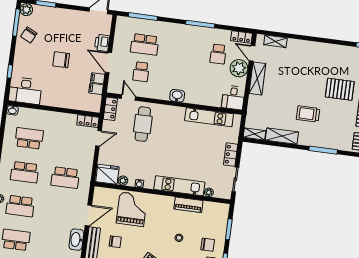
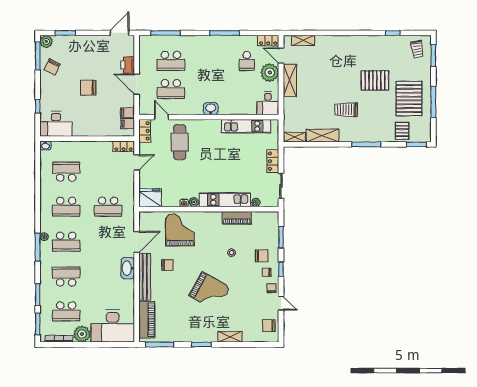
school desk: (141, 72) -> (171, 89), width x1.85
filing cabinet: (98, 78) -> (128, 124), moved
plant: (123, 181) -> (194, 202), moved

